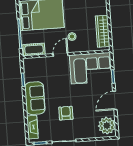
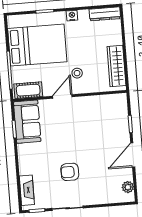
corner sofa: (91, 68) -> (102, 114), removed
sofa: (35, 98) -> (27, 122), moved
armchair: (66, 113) -> (70, 172), turned -90
plant: (107, 126) -> (128, 187), width x0.53, depth x0.53

